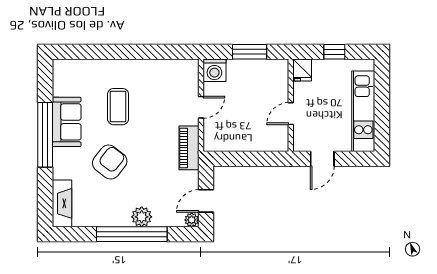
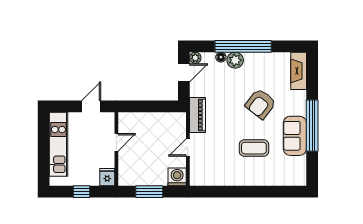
coffee table: (118, 107) -> (254, 148), turned 90
floor lamp: (160, 221) -> (221, 57), added

